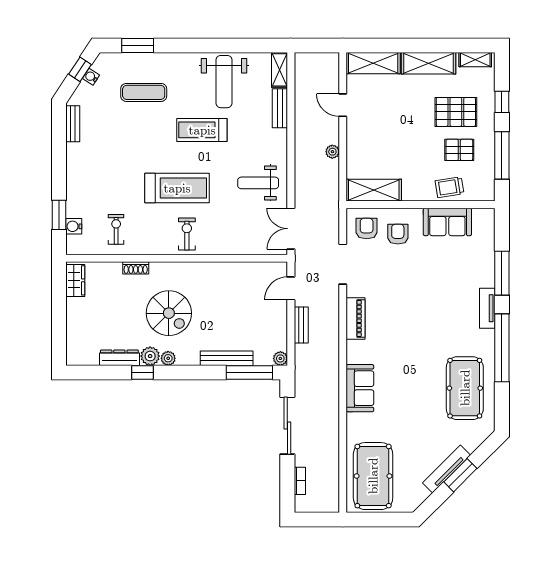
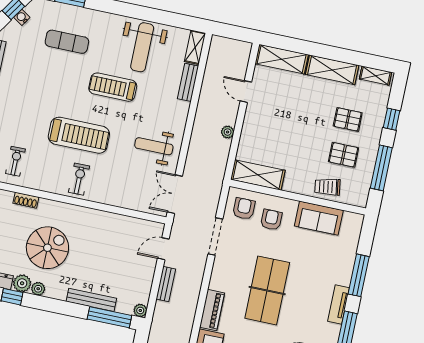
pallet: (456, 112) -> (348, 119), width x0.67, depth x0.71
table tennis table: (409, 309) -> (267, 290), added
spiral stairs: (169, 313) -> (47, 248), turned -90
piano: (356, 318) -> (212, 310), moved

